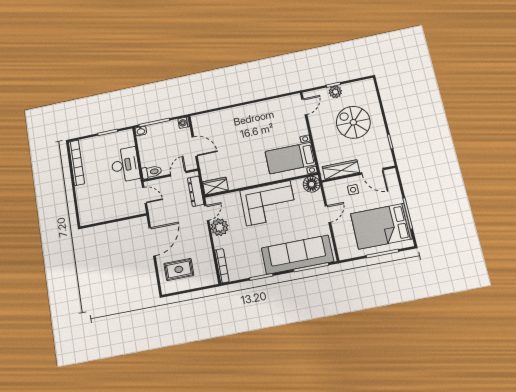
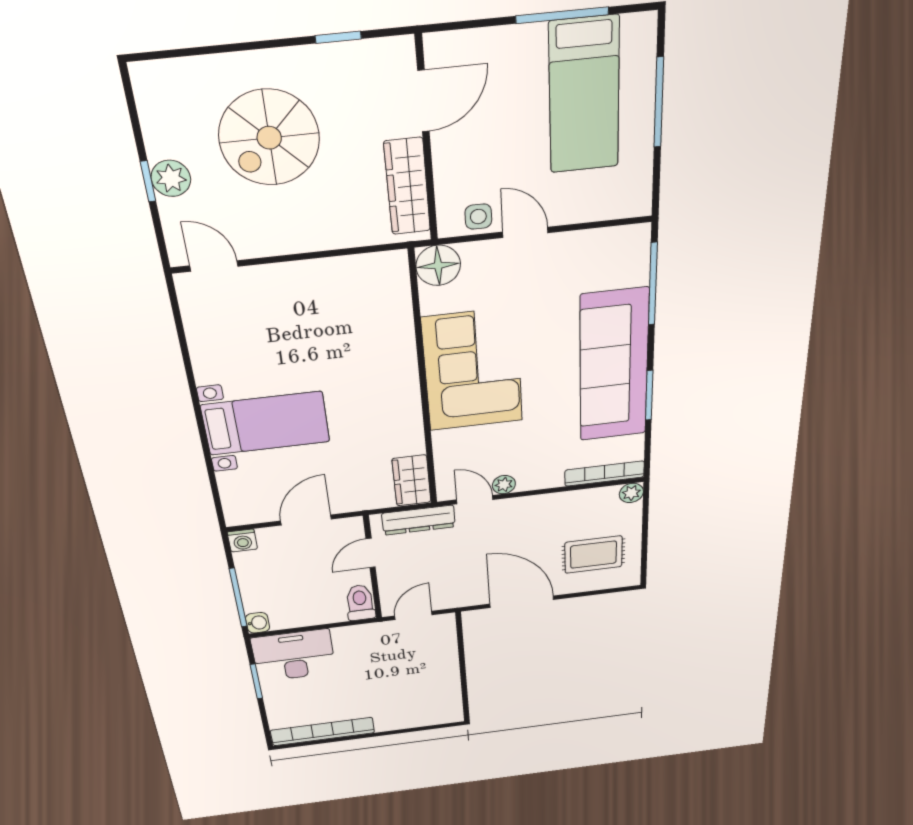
bed with nightstands: (290, 158) -> (266, 423), moved, turned -90
desk: (125, 165) -> (294, 655), moved
door: (178, 174) -> (371, 553), hinge flipped
side table: (353, 190) -> (478, 217), moved
bed: (381, 226) -> (584, 96), width x0.67
plant: (220, 227) -> (504, 485), width x0.53, depth x0.53
sofa: (297, 255) -> (614, 366), moved
rug: (179, 269) -> (593, 555), turned 90
plant: (212, 280) -> (631, 493), added

